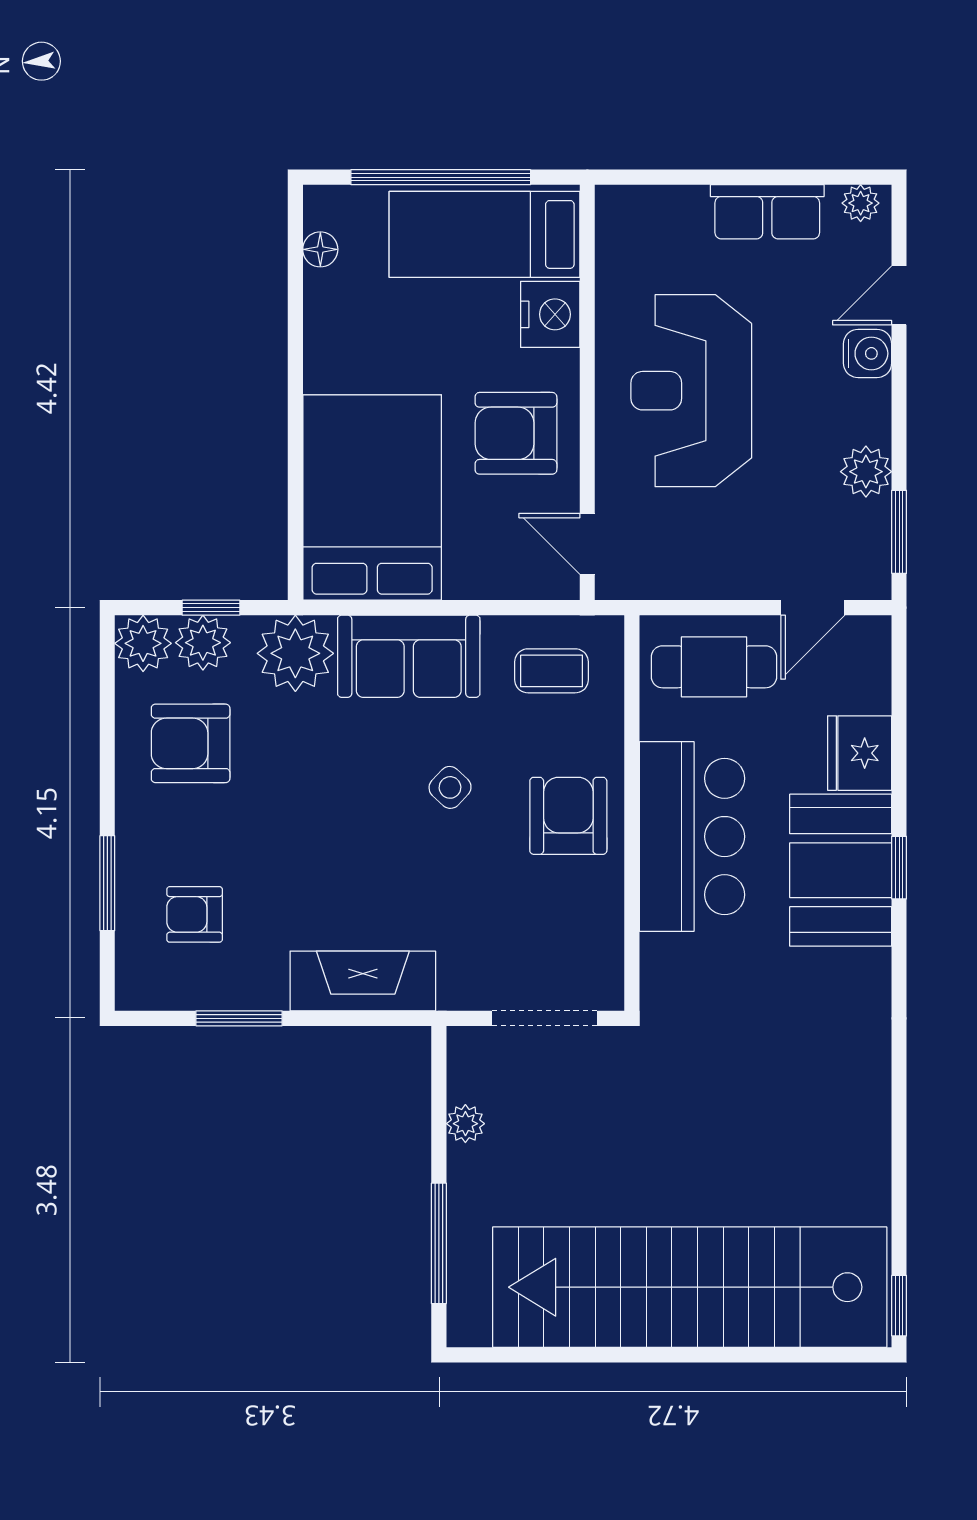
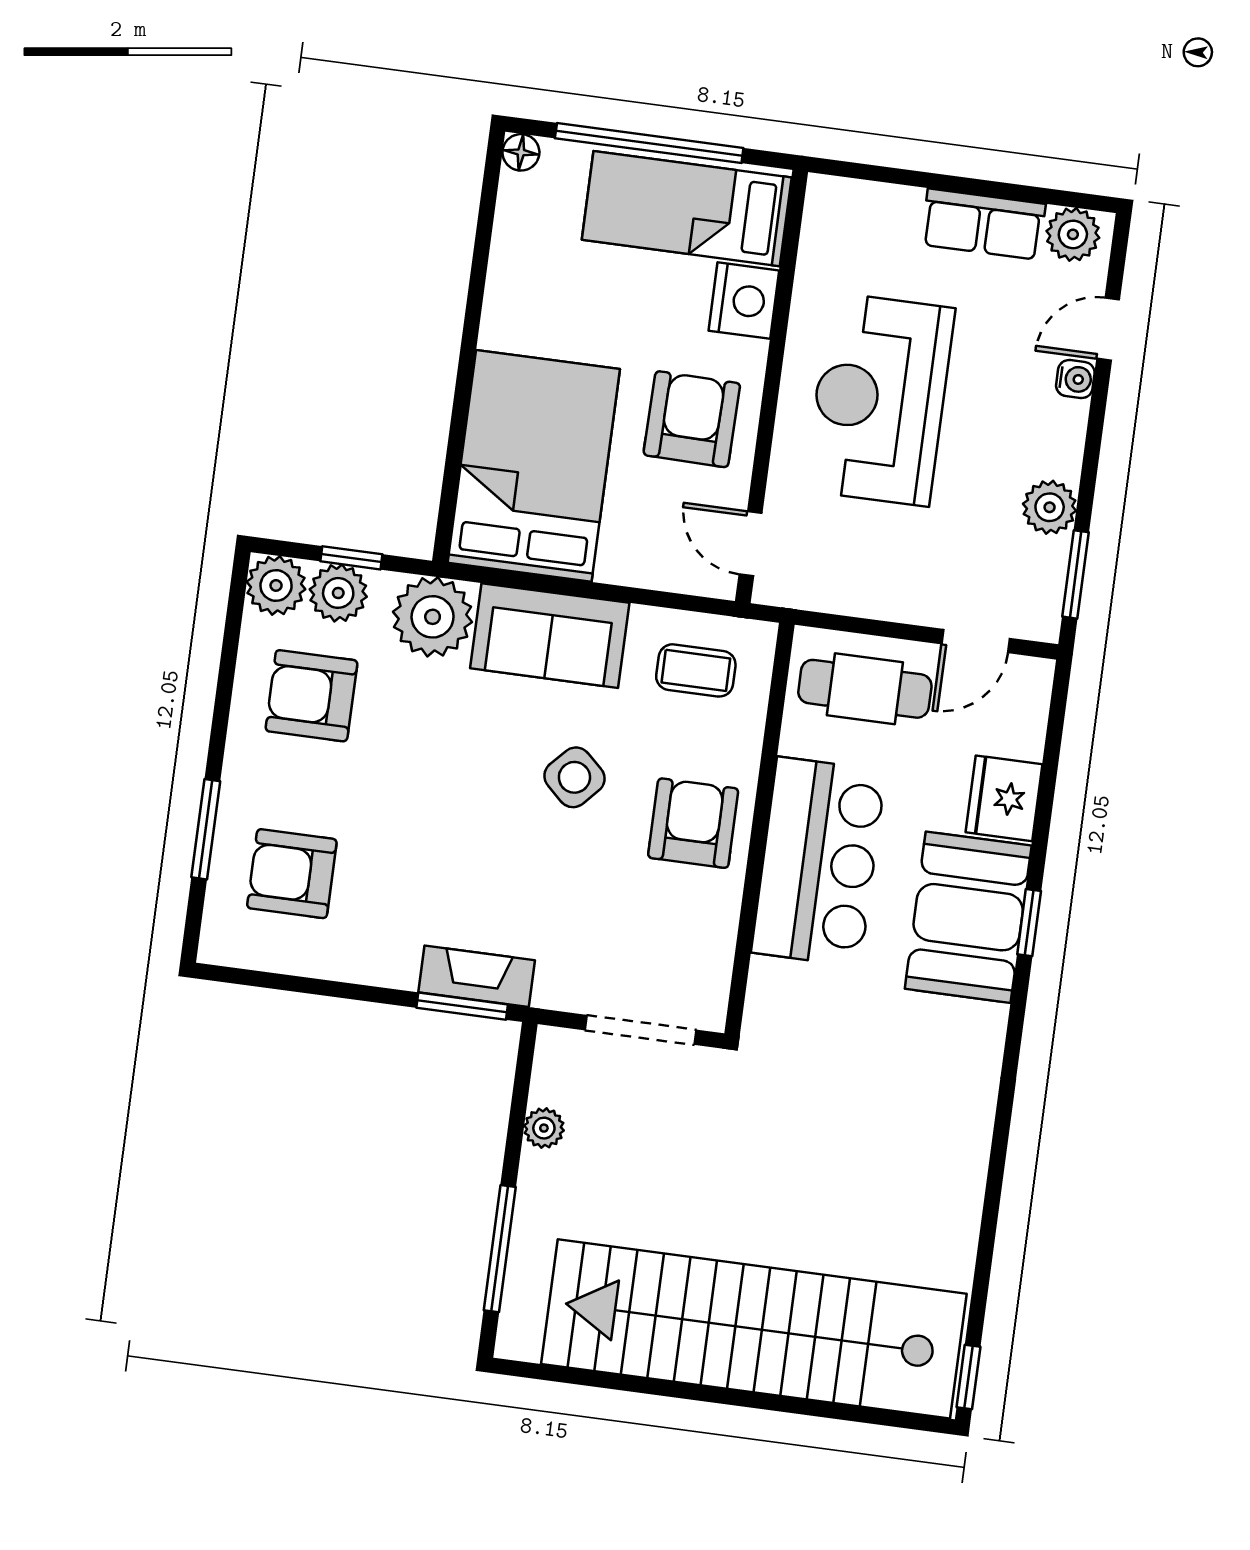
plant: (861, 203) -> (1073, 234), width x1.38, depth x1.38
floor lamp: (320, 249) -> (521, 152), moved
water cooler: (868, 353) -> (1075, 379), width x0.72, depth x0.72
armchair: (516, 433) -> (692, 419), turned 91
side table: (450, 787) -> (574, 777), width x1.37, depth x1.37
armchair: (195, 914) -> (292, 874), width x1.38, depth x1.38
fireplace: (363, 981) -> (477, 976), width x0.73, depth x0.76
window: (239, 1018) -> (462, 1006), moved

